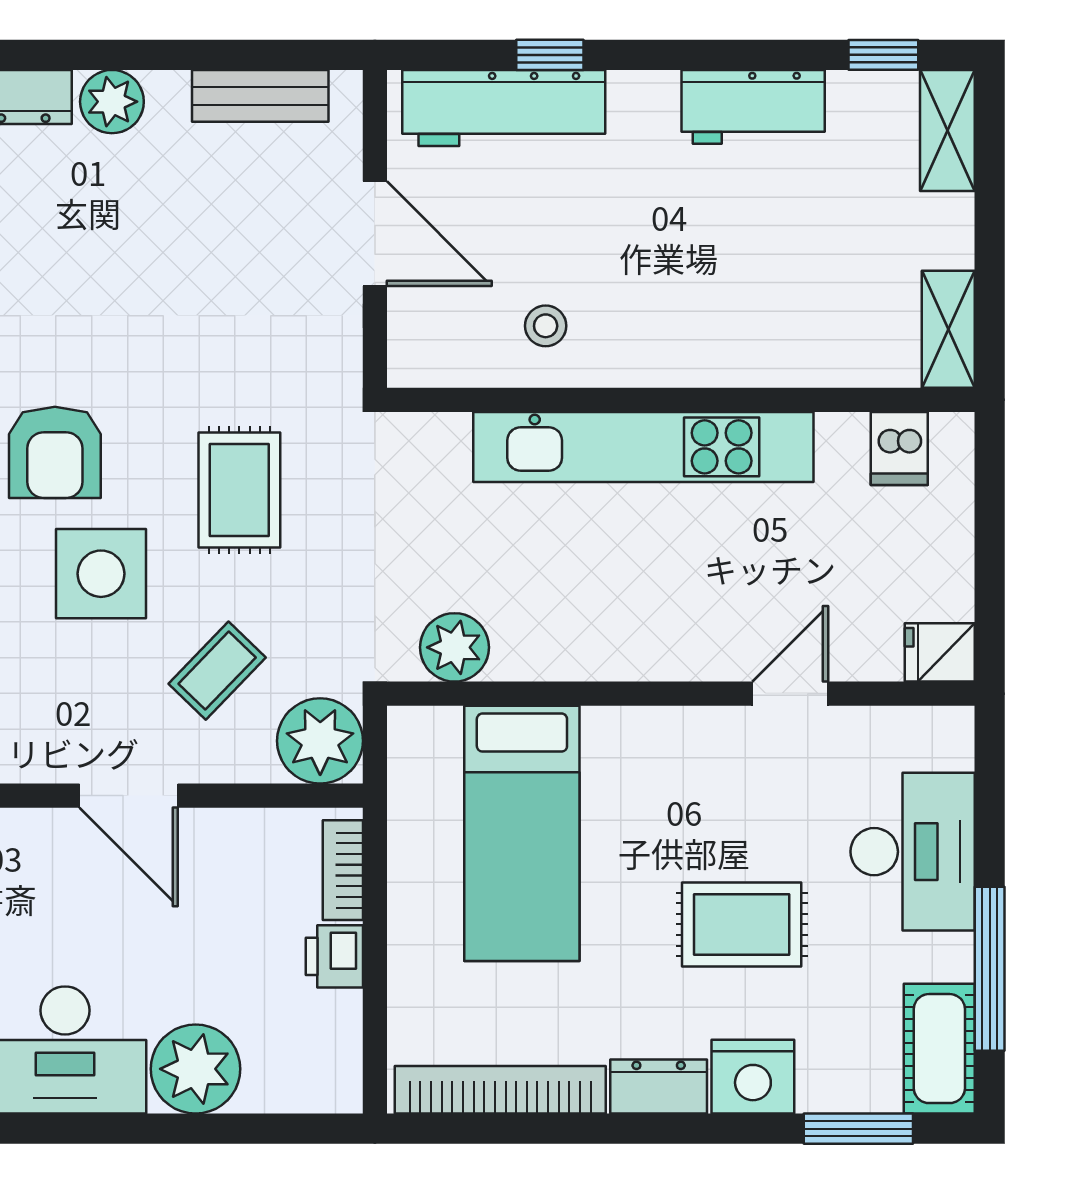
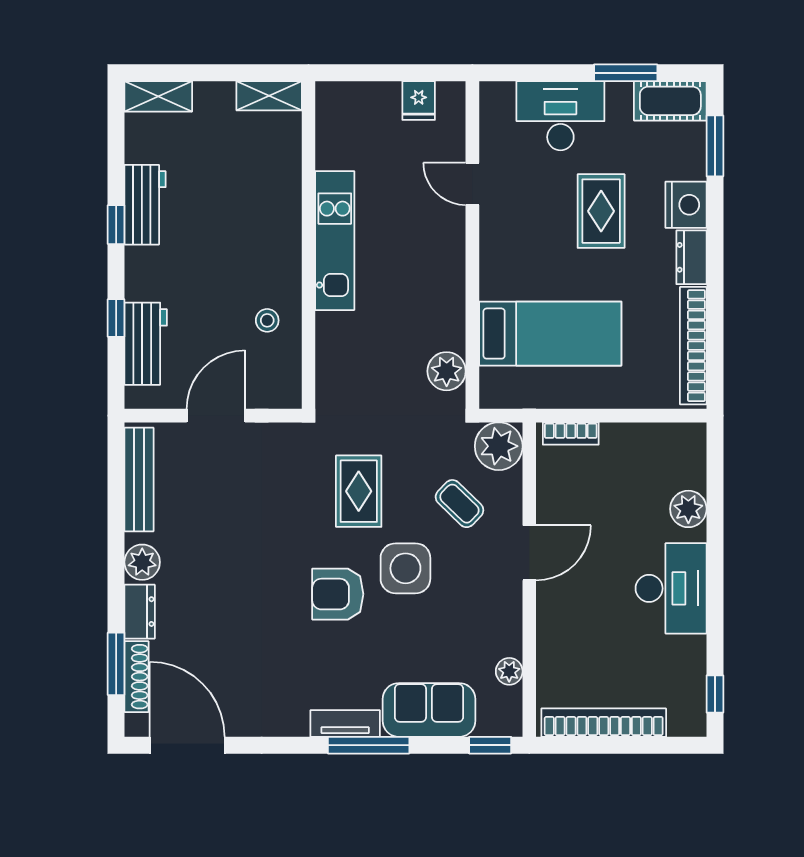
window: (883, 55) -> (116, 225), moved
bench: (260, 96) -> (139, 480), width x1.36
workbench: (504, 108) -> (146, 344), width x0.73
kitchen unit: (643, 447) -> (335, 241), width x0.73
dishwasher: (899, 448) -> (336, 123), removed
armchair: (55, 452) -> (338, 594), turned 180
rug: (239, 490) -> (359, 491), turned 90
fridge: (940, 652) -> (419, 101), moved
printer: (334, 956) -> (619, 438), removed
window: (990, 969) -> (626, 73), width x0.69
plant: (196, 1069) -> (688, 509), width x0.73, depth x0.73

